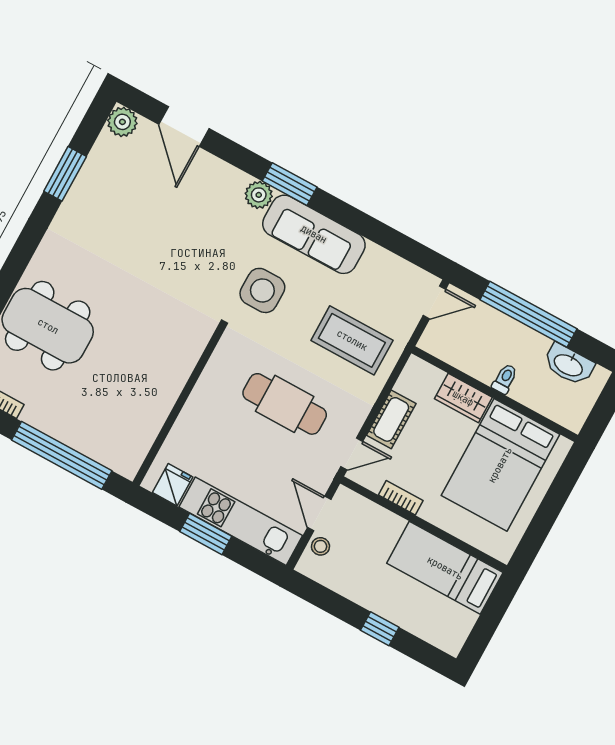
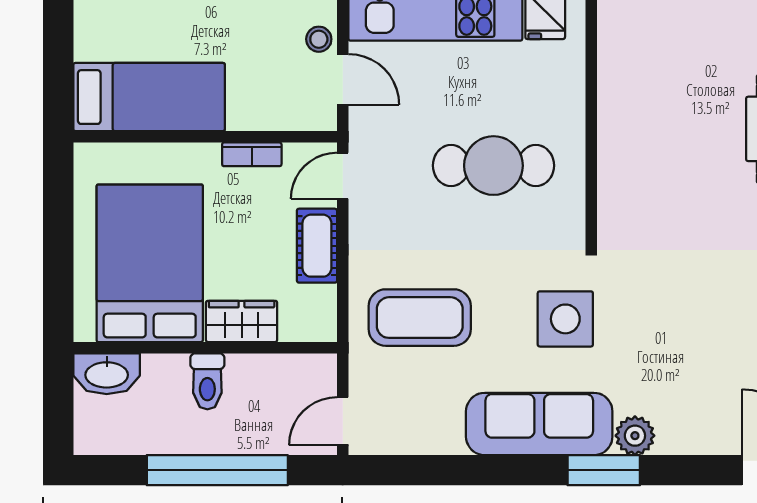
washbasin: (569, 365) -> (107, 374), moved, turned 180
toilet: (505, 379) -> (207, 381), width x1.37, depth x1.39
cafe table: (285, 404) -> (493, 166), moved

